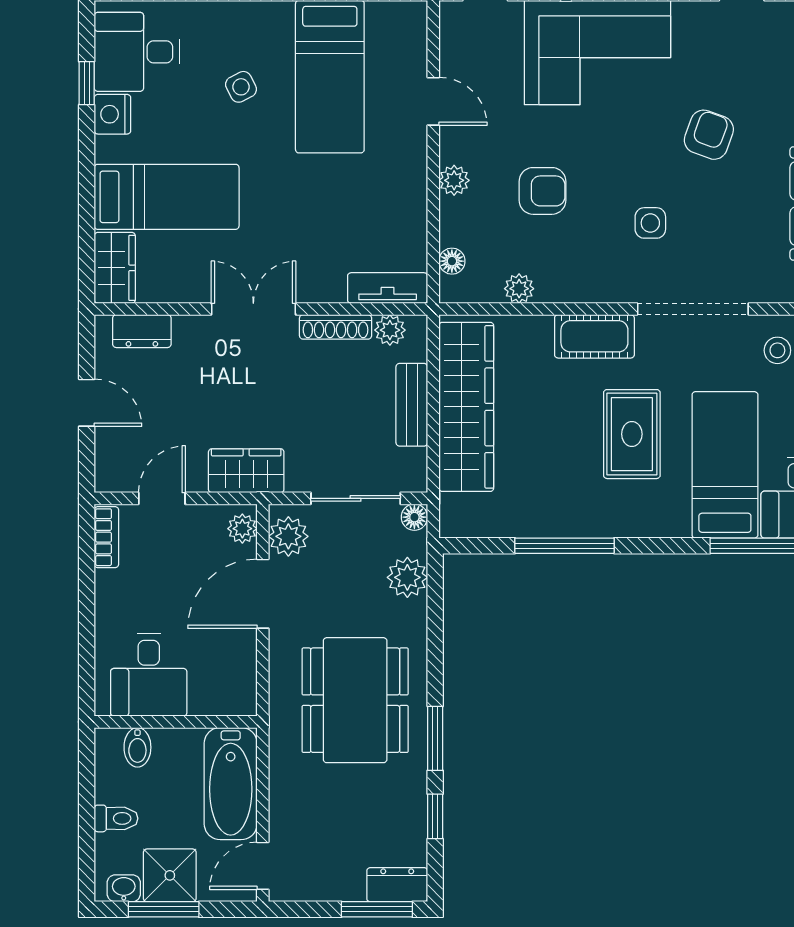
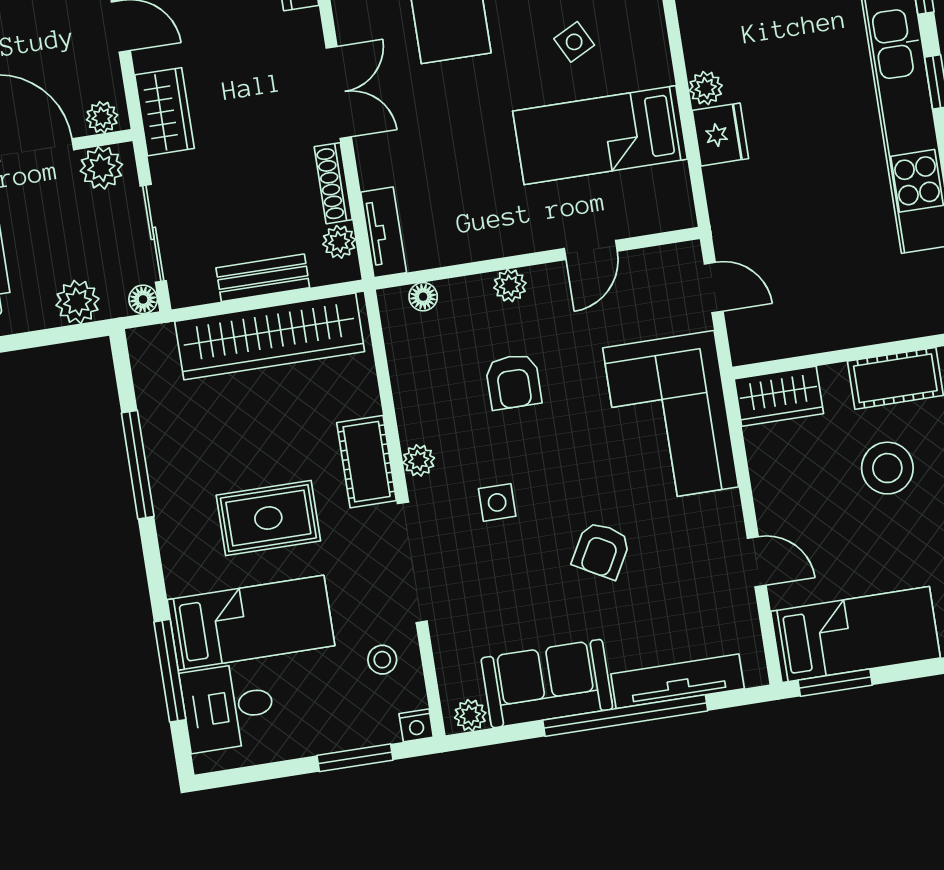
armchair: (709, 135) -> (601, 550), turned 99
plant: (519, 289) -> (419, 460), moved

